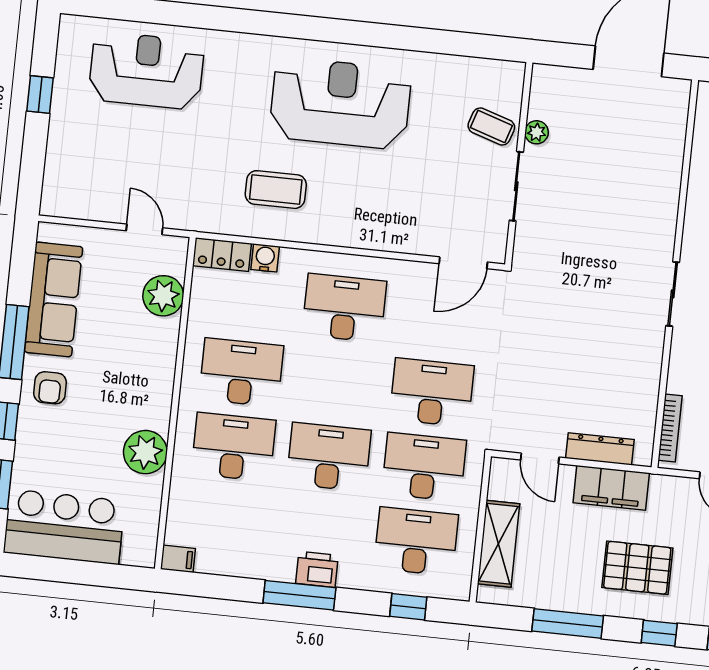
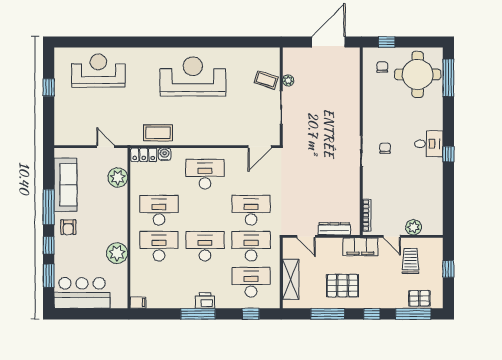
coffee table: (276, 190) -> (158, 133), moved
filing cabinet: (611, 488) -> (360, 247), moved
pallet: (637, 568) -> (343, 286), moved

